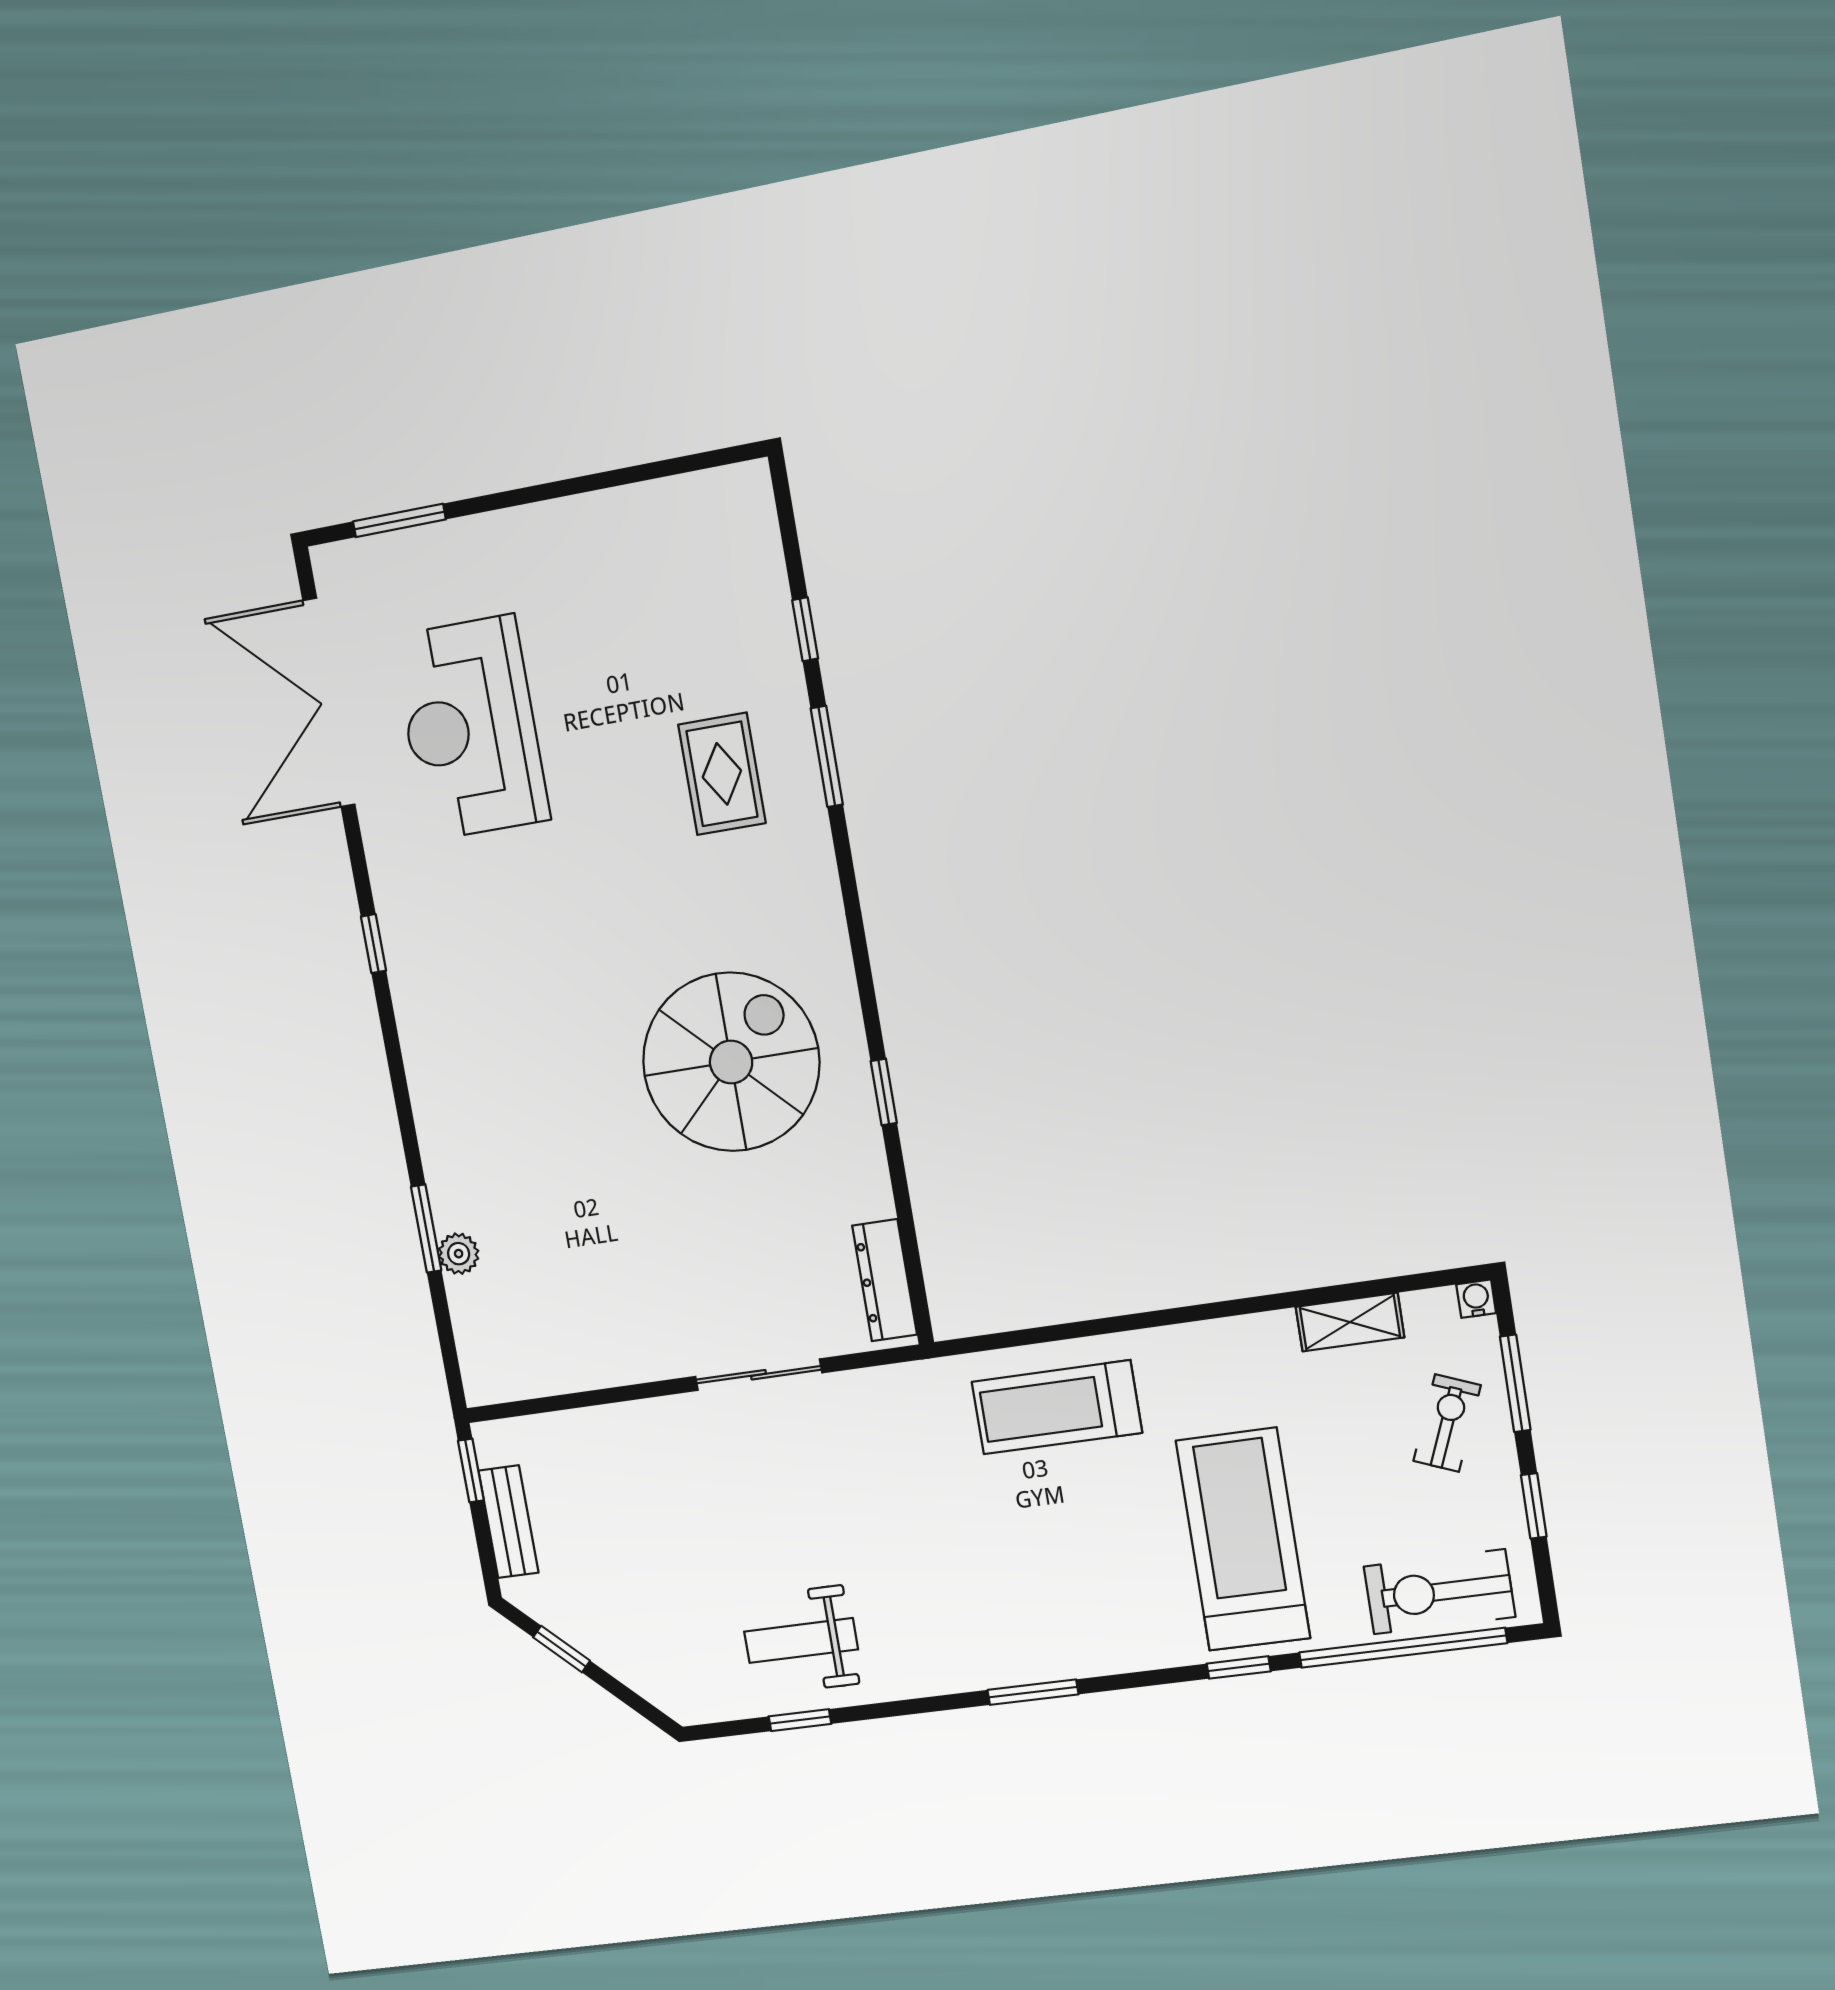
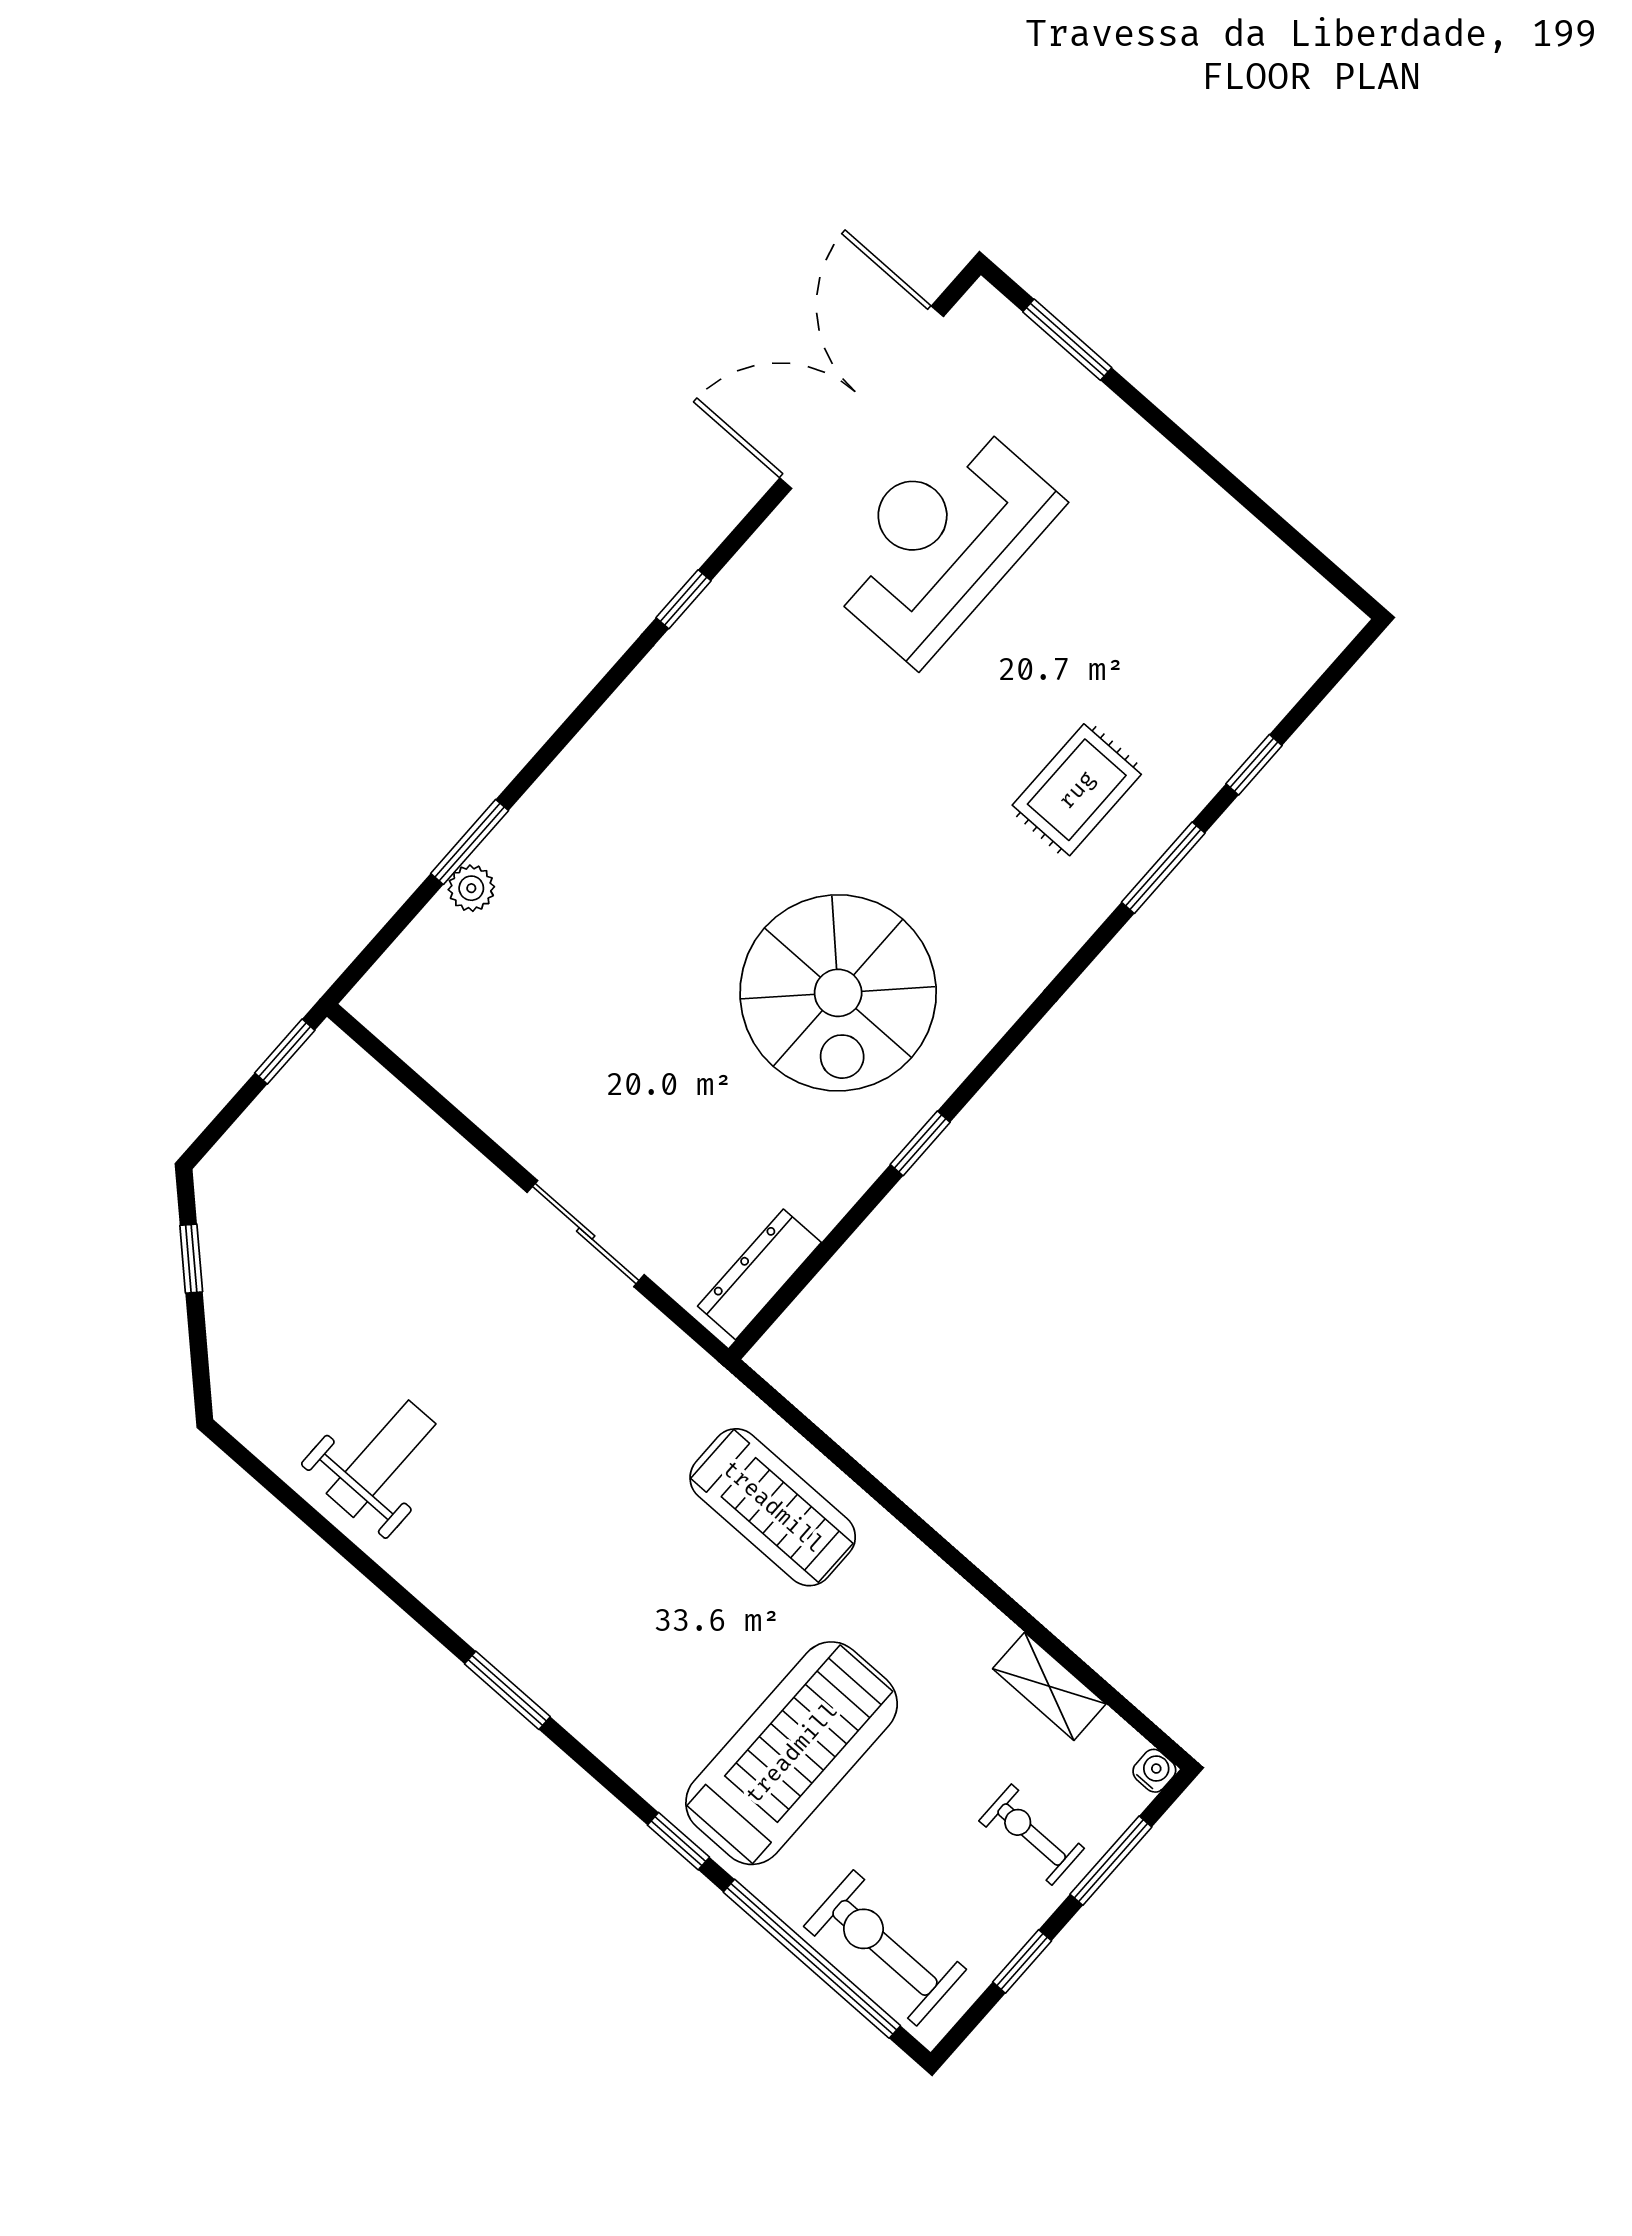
spiral stairs: (731, 1062) -> (838, 993), turned 90
treadmill: (1057, 1407) -> (773, 1507), turned 180
exercise bike: (1447, 1423) -> (1032, 1835), turned -112
bench: (508, 1522) -> (267, 1121), removed
weight bench: (801, 1640) -> (381, 1459), turned 90
window: (800, 1720) -> (309, 1515), removed

